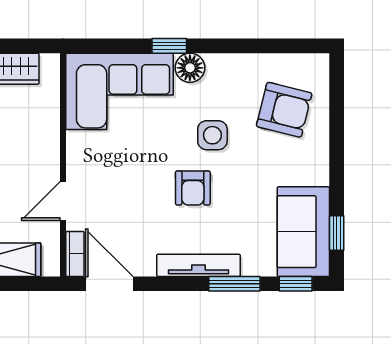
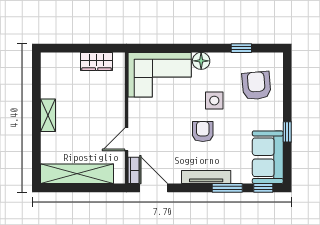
window: (169, 46) -> (241, 48), moved
armchair: (284, 110) -> (256, 86), turned -109
armchair: (193, 188) -> (203, 132), turned 180
window: (337, 233) -> (287, 132), moved

